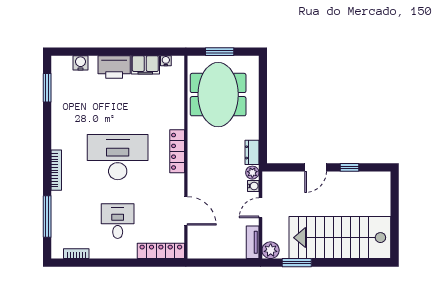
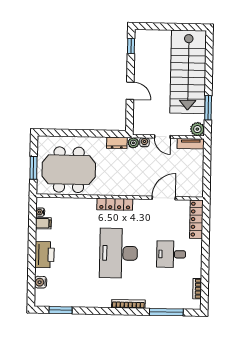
filing cabinet: (145, 65) -> (43, 223), width x0.50
window: (349, 167) -> (131, 46), moved

